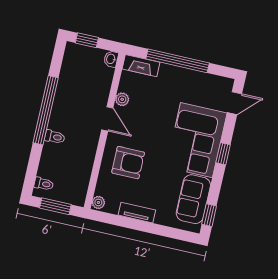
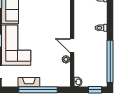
fireplace: (141, 66) -> (29, 82), moved
window: (46, 110) -> (110, 61), moved
armchair: (128, 163) -> (54, 22), removed

